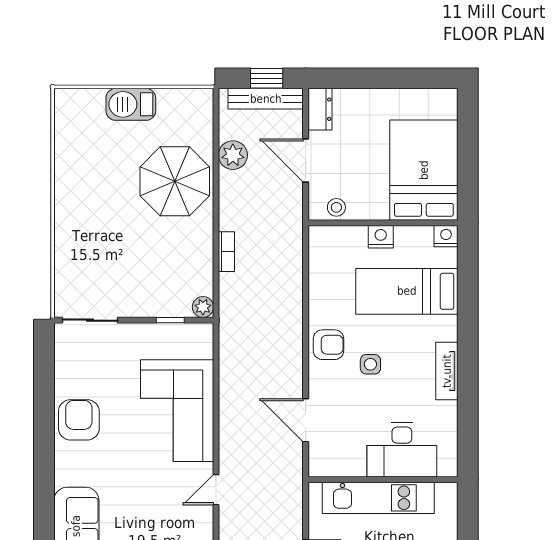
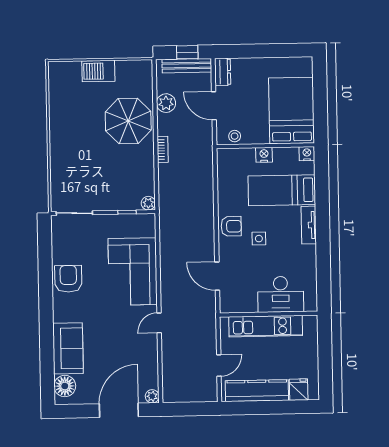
bookcase: (226, 252) -> (163, 149), moved
tv unit: (447, 371) -> (309, 225), moved

